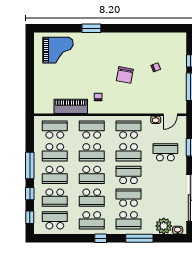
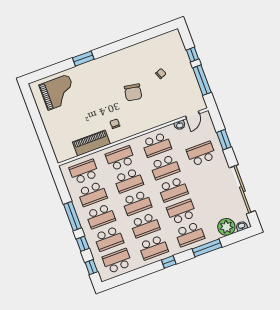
school desk: (129, 130) -> (157, 145), turned 180
school desk: (129, 175) -> (173, 189), turned 180

